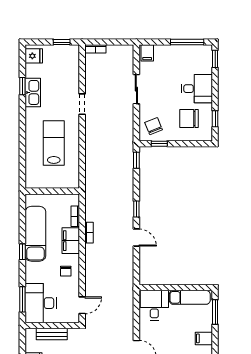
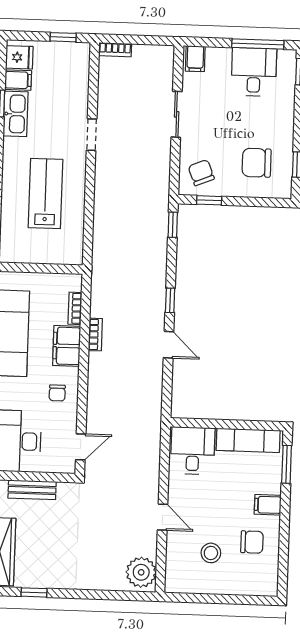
filing cabinet: (34, 71) -> (18, 80), added
desk: (197, 89) -> (254, 72), moved, turned -90

